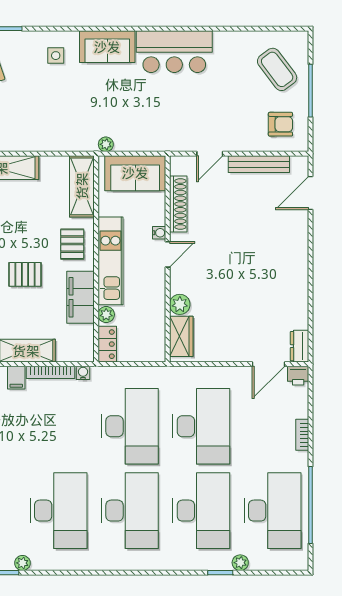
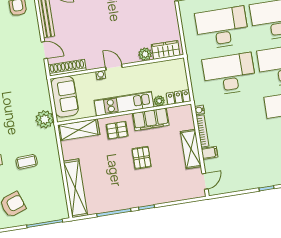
coffee table: (46, 101) -> (27, 162), added
plant: (106, 144) -> (45, 119), width x1.87, depth x1.87
shoe rack: (178, 204) -> (67, 68), moved

